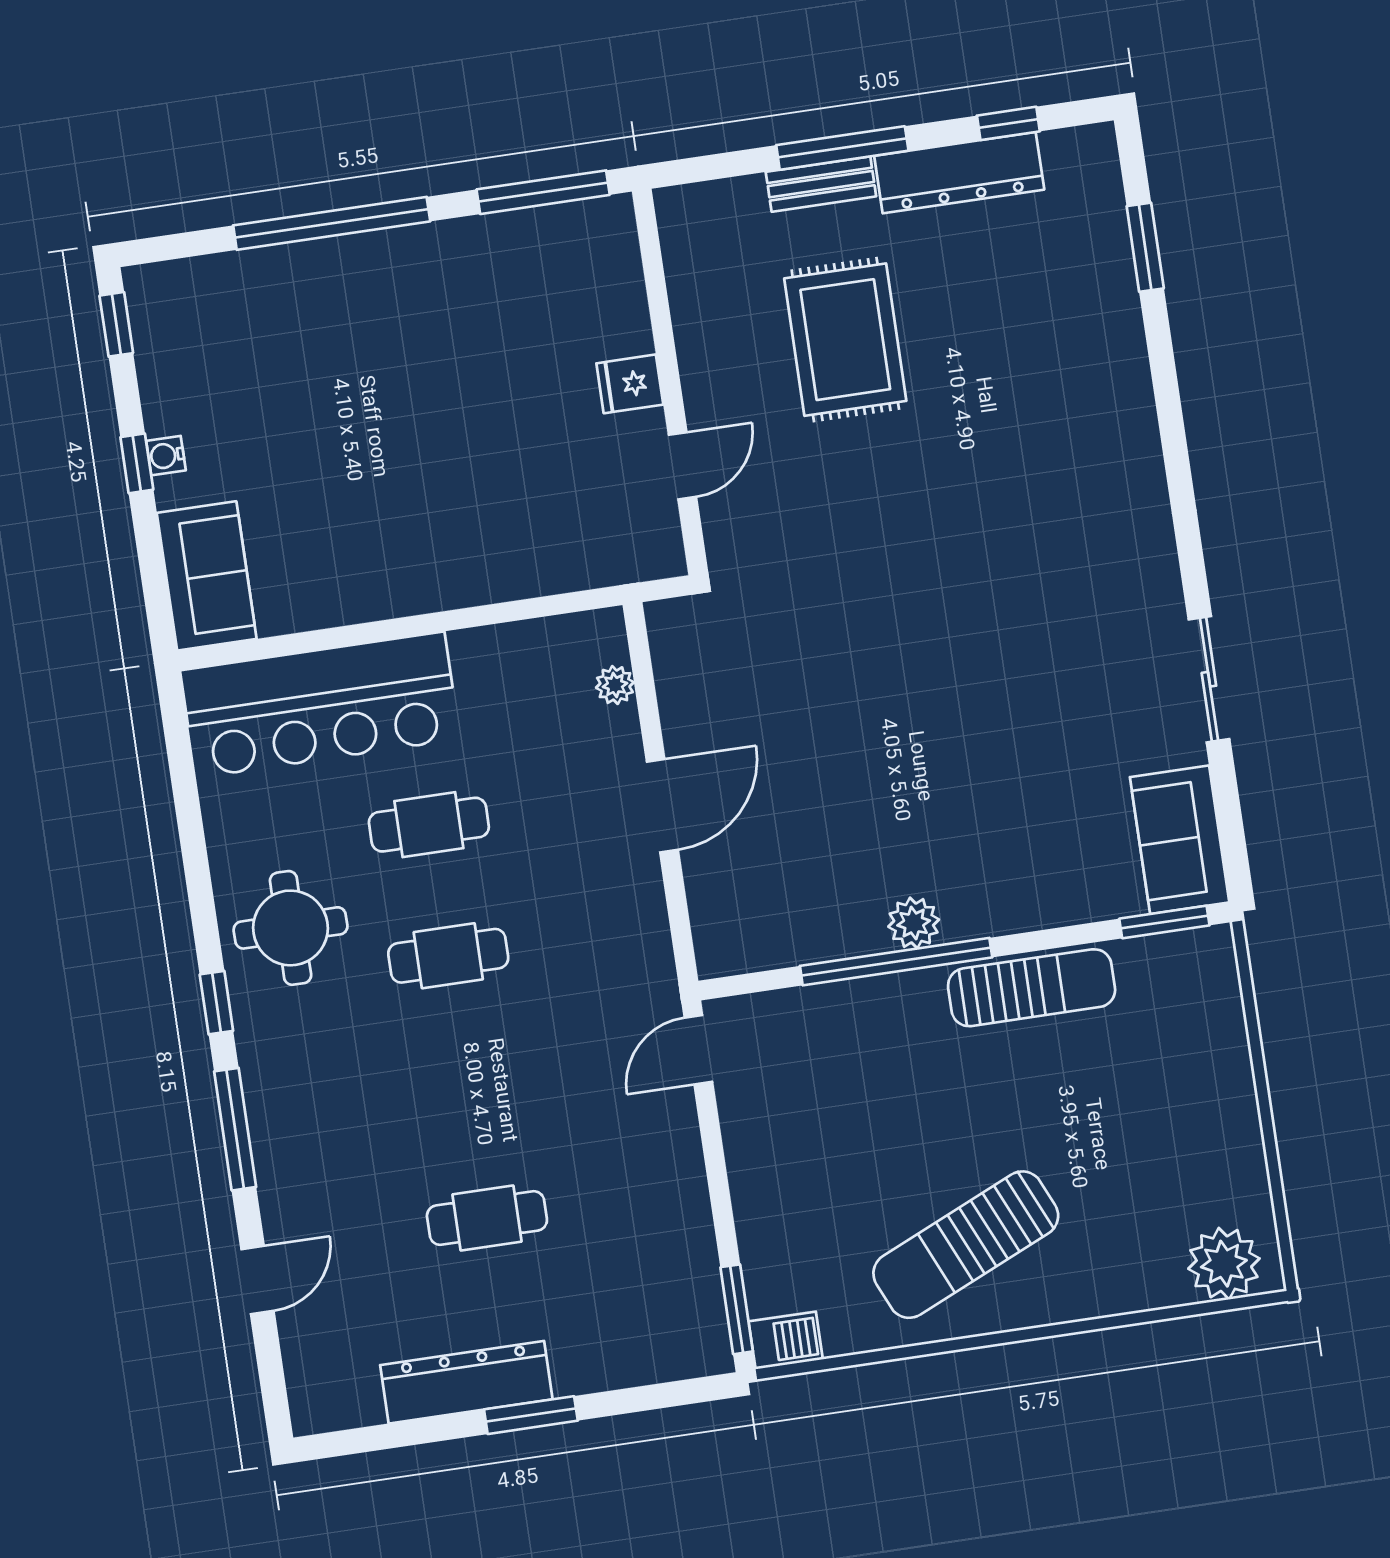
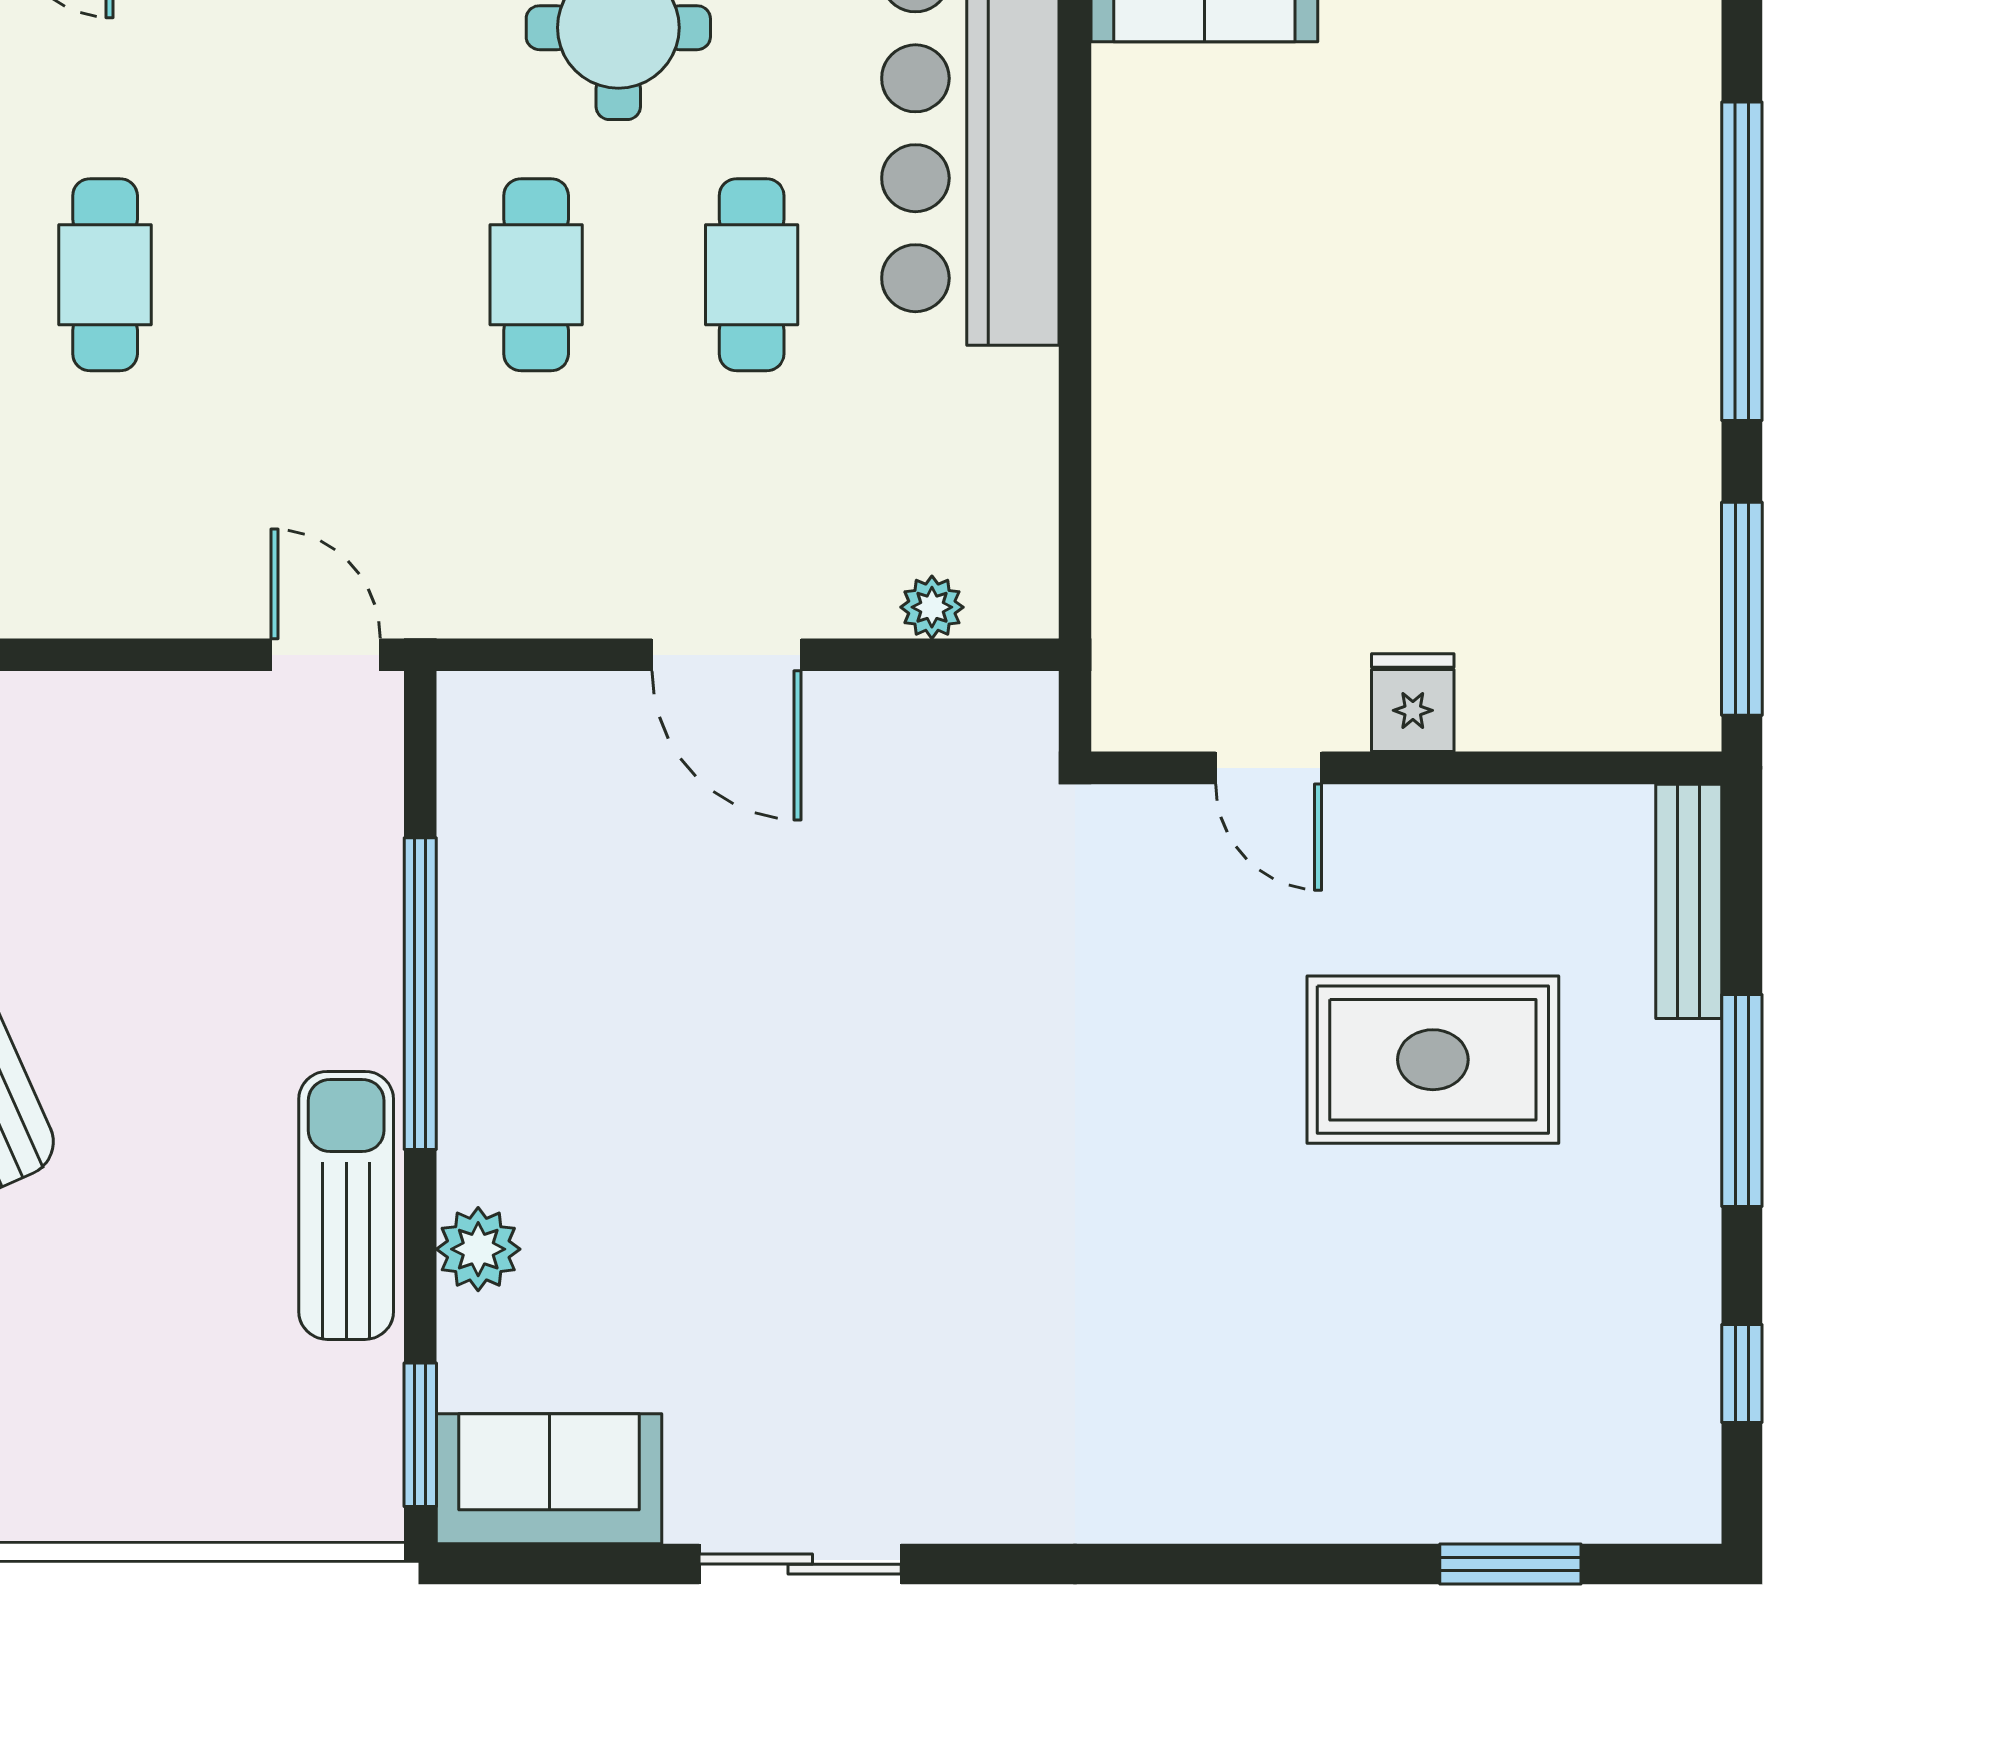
dresser: (959, 173) -> (1674, 1283), removed
bench: (821, 184) -> (1689, 901), moved, width x1.36
plant: (914, 923) -> (478, 1249), moved
sun lounger: (1032, 988) -> (346, 1205), turned 180

